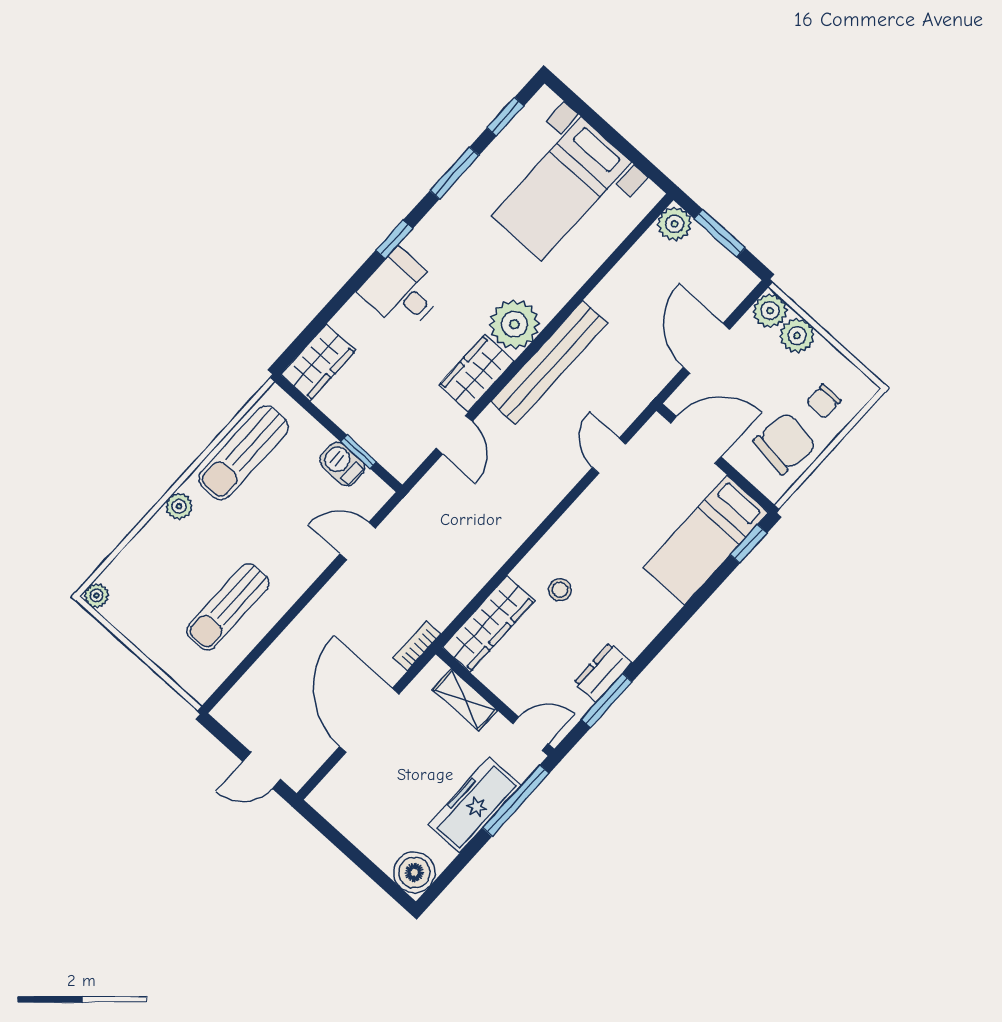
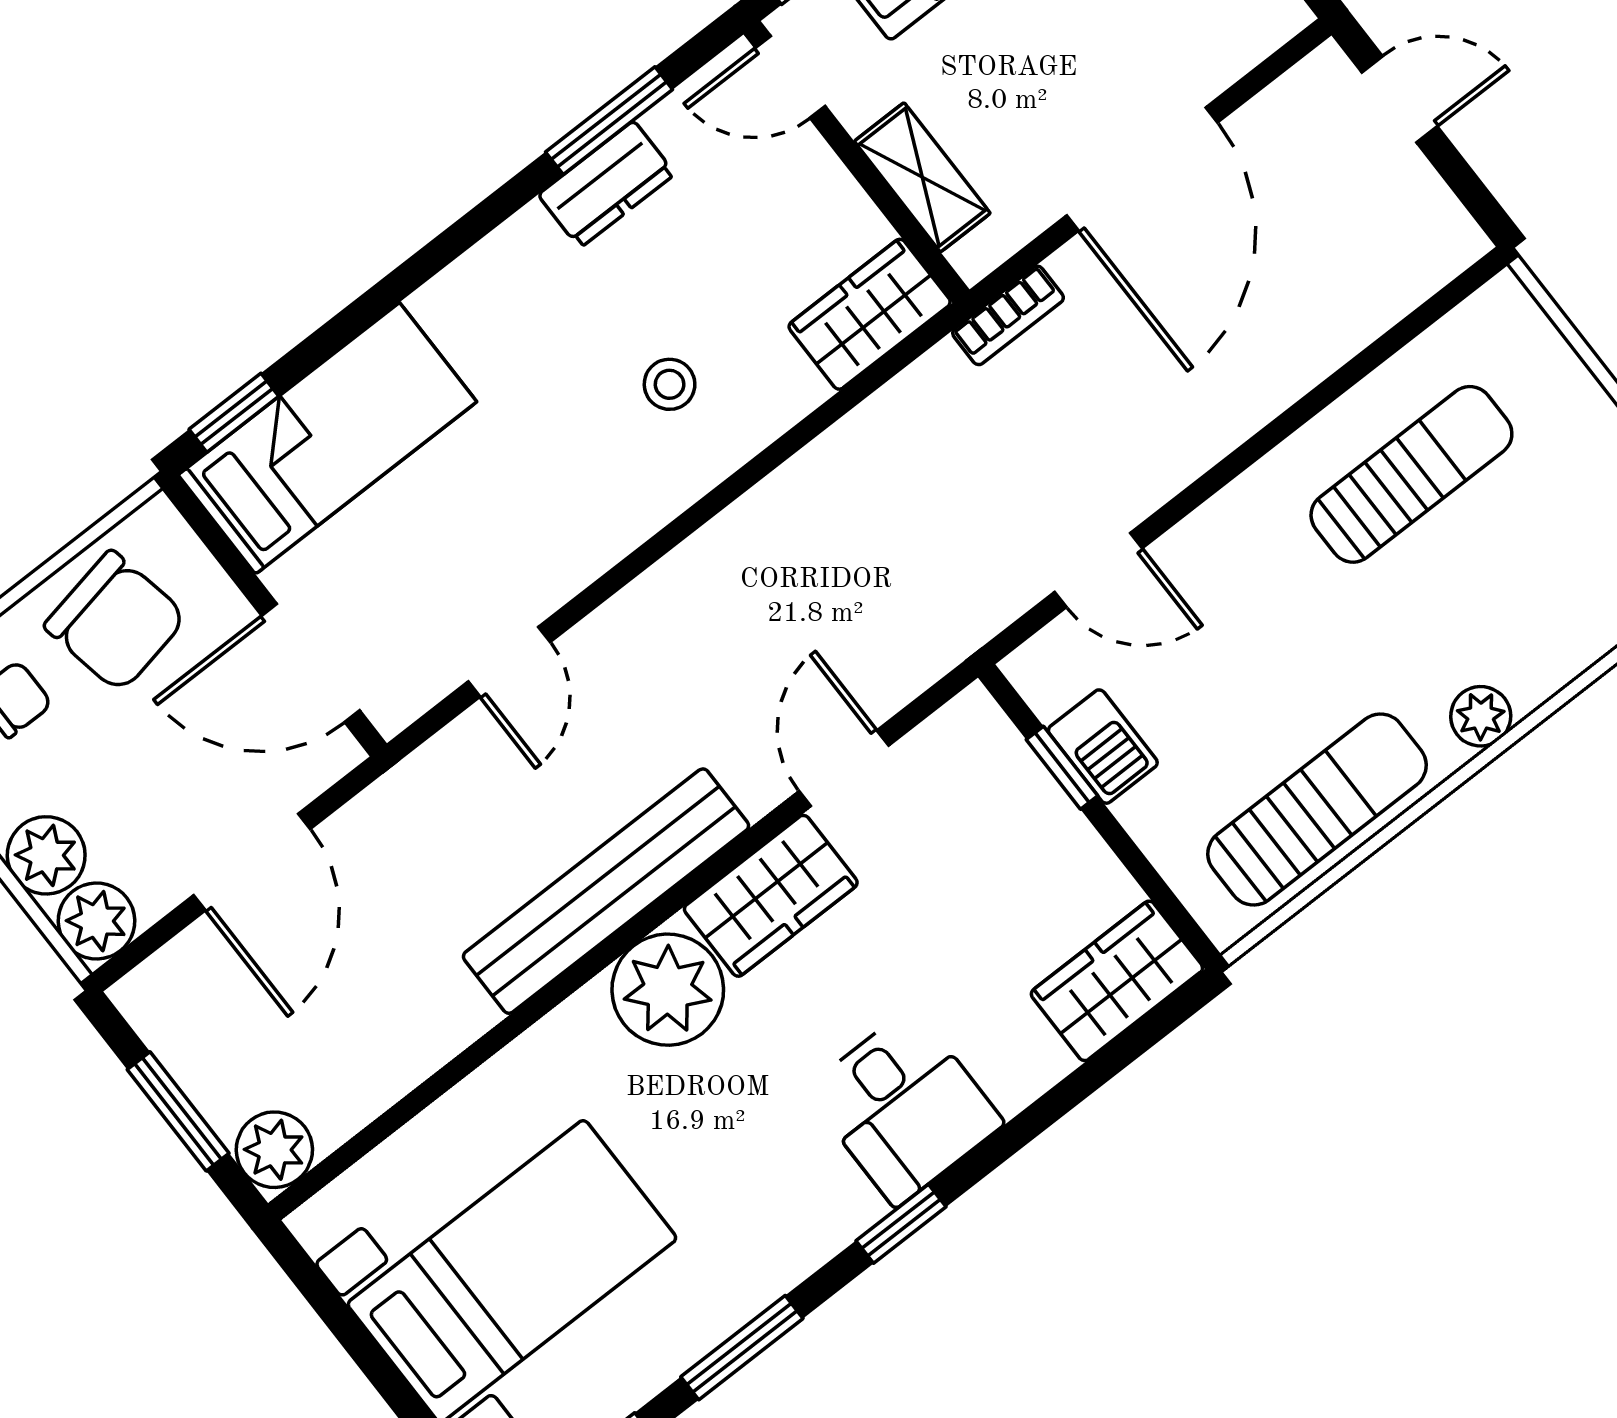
chair: (785, 443) -> (116, 621), turned -109
wardrobe: (488, 624) -> (870, 314), width x0.67

